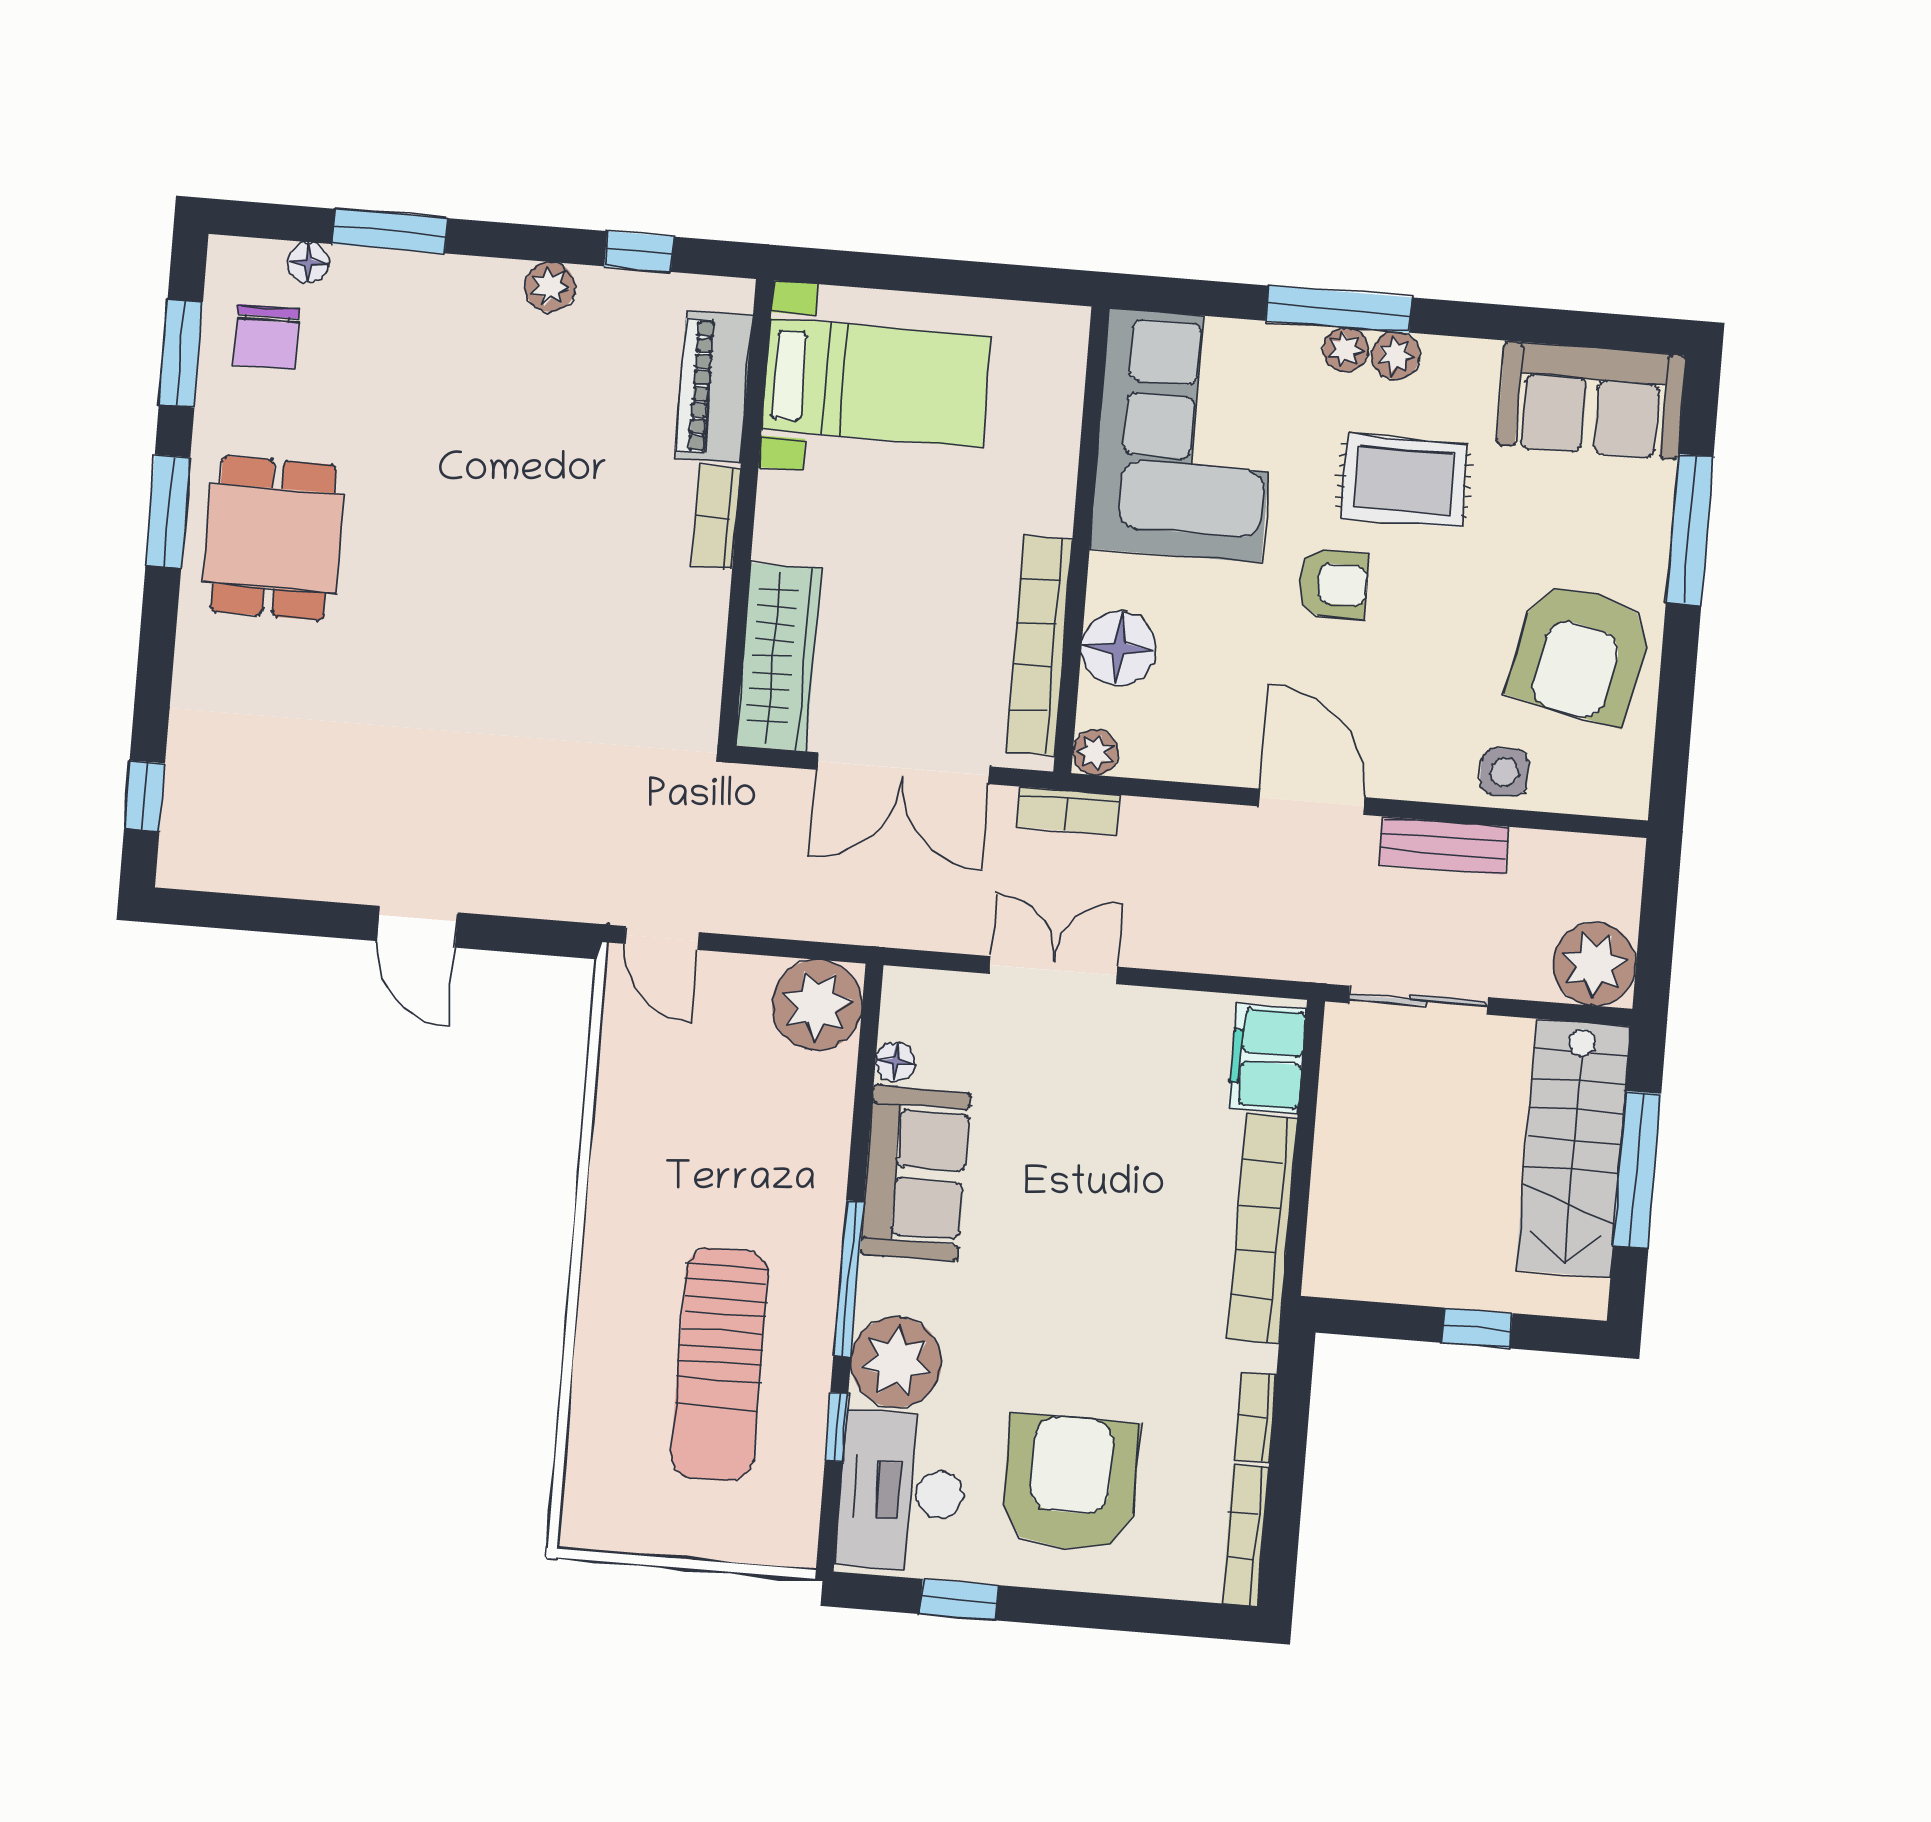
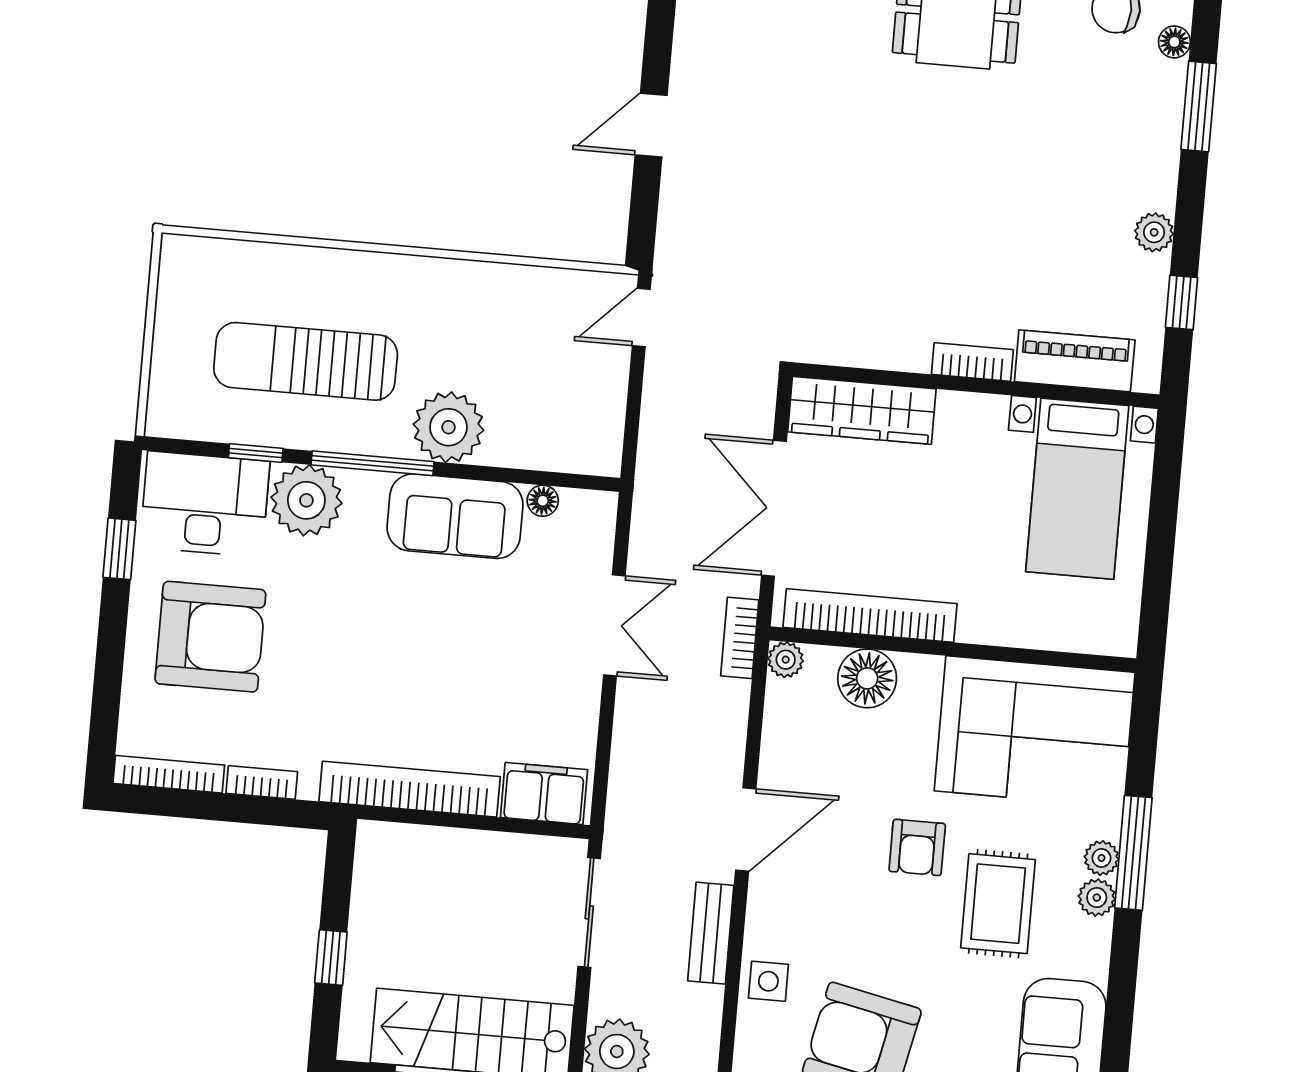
plant: (817, 1005) -> (448, 427), moved

